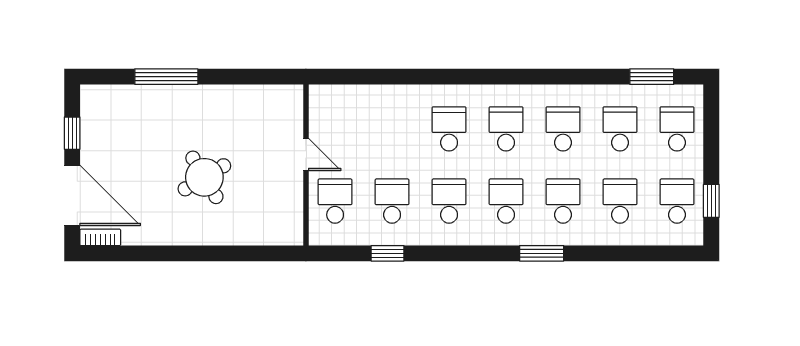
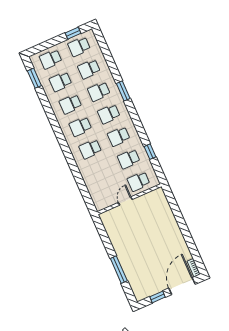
round table: (204, 177) -> (152, 237), removed

